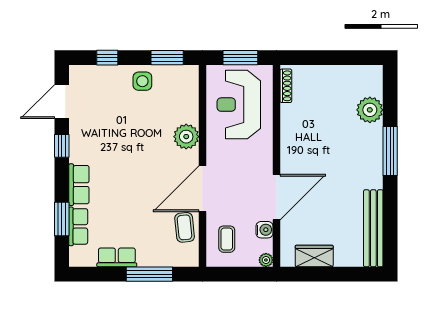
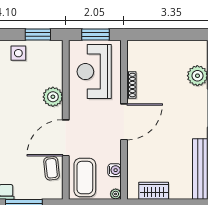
shoe rack: (286, 86) -> (131, 85), moved
door: (276, 197) -> (124, 122), moved
coffee table: (227, 239) -> (85, 178), width x1.86, depth x1.72

